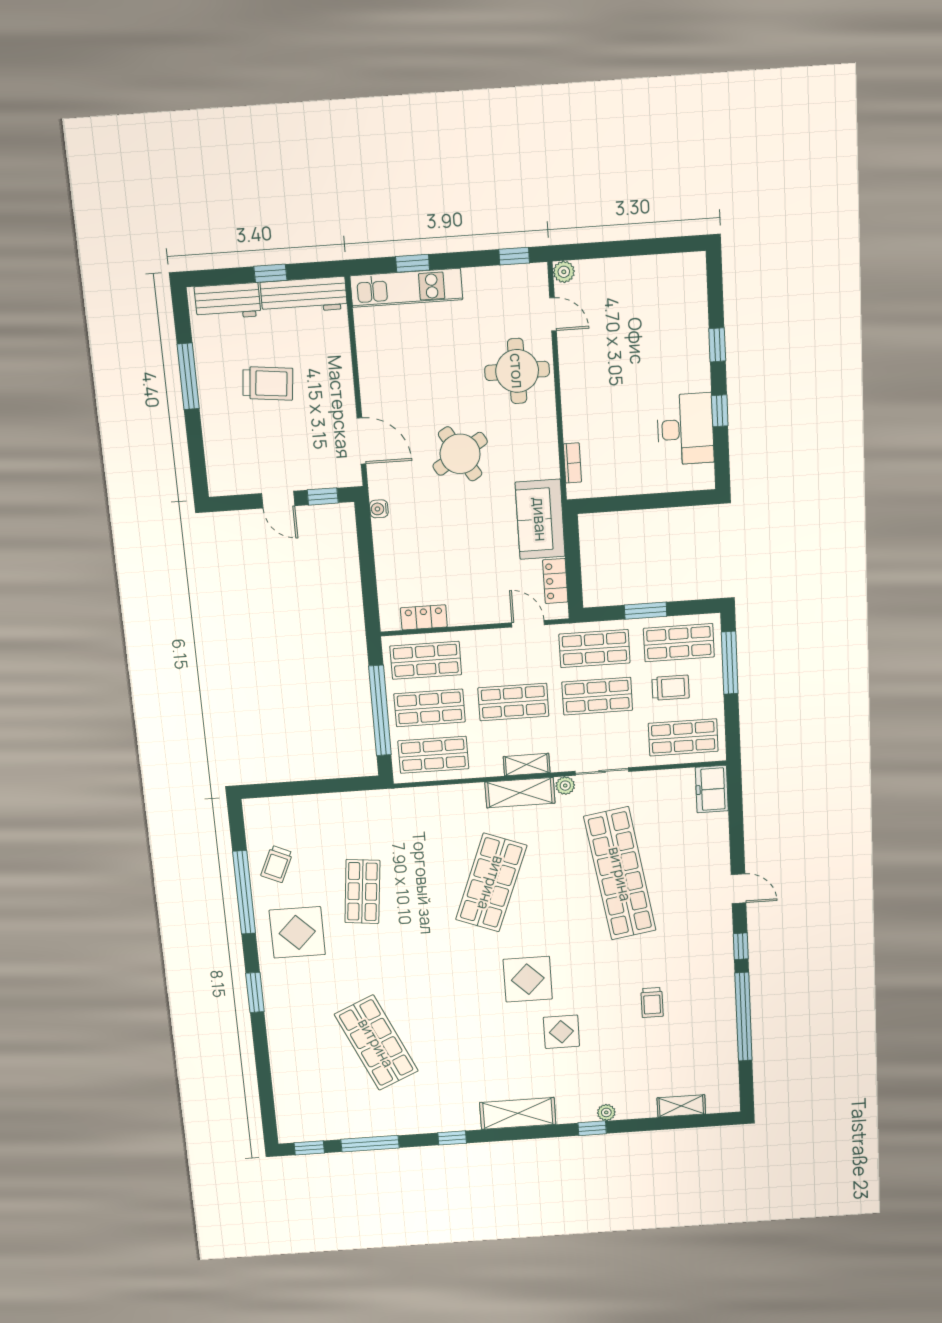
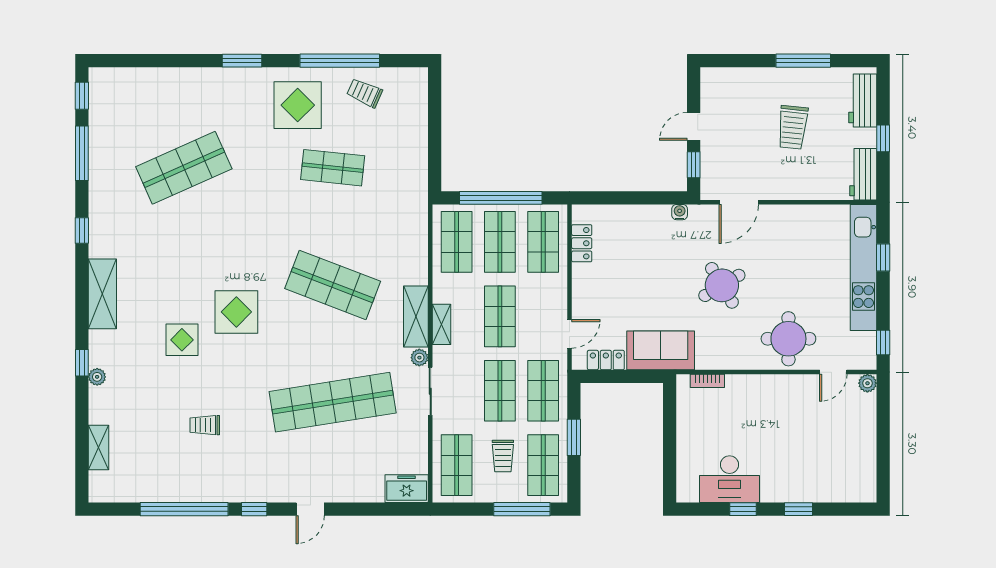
kitchen unit: (406, 288) -> (863, 268), width x1.36
workbench: (304, 295) -> (863, 174), width x0.73

